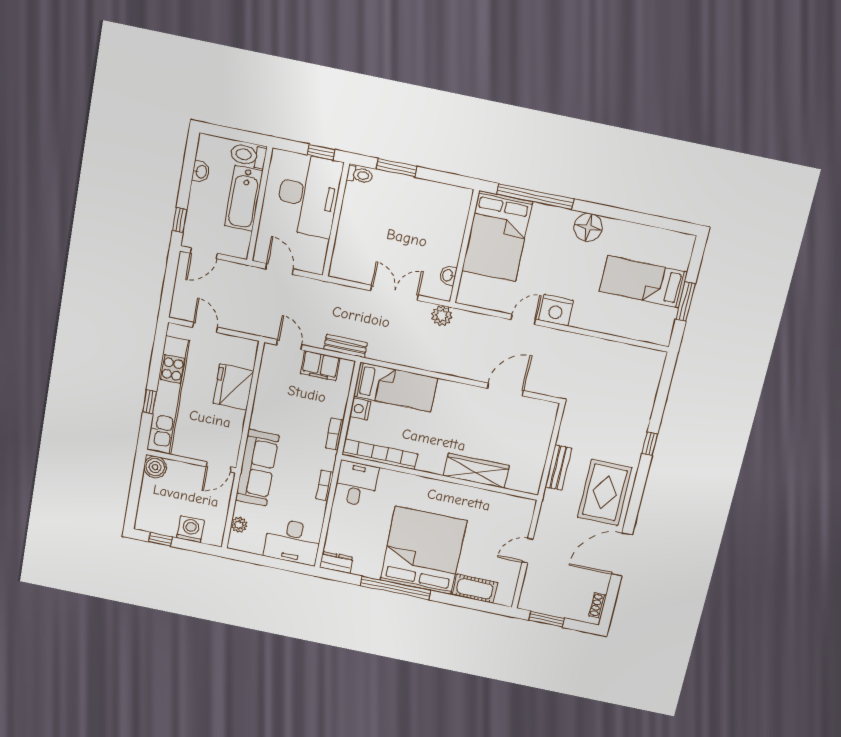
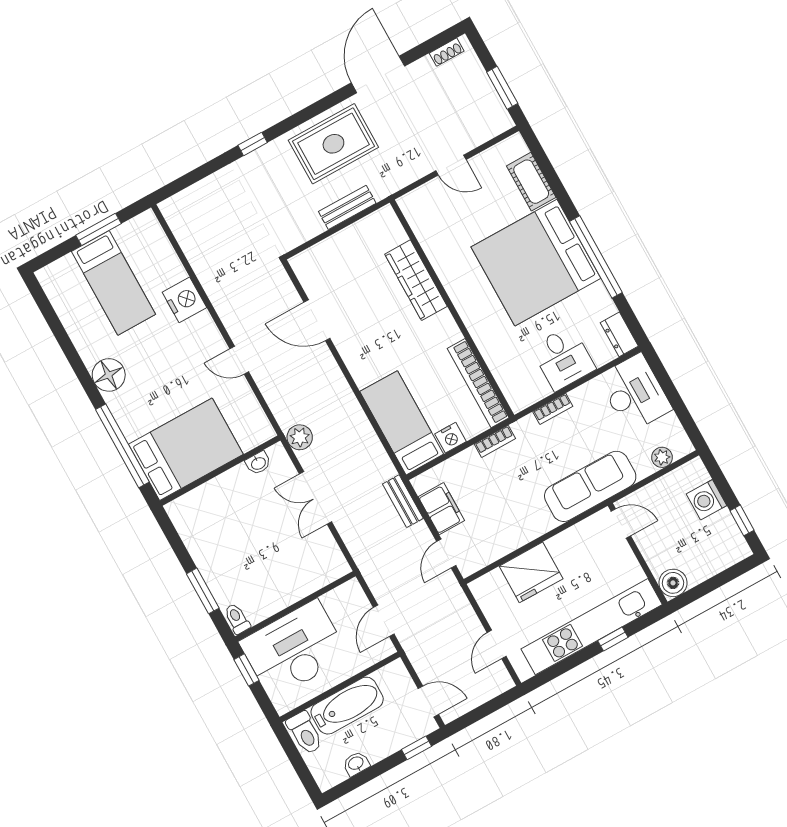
nightstand: (556, 310) -> (184, 300), moved
desk: (356, 484) -> (563, 358), moved, turned -90
door: (622, 554) -> (378, 74), swing flipped

